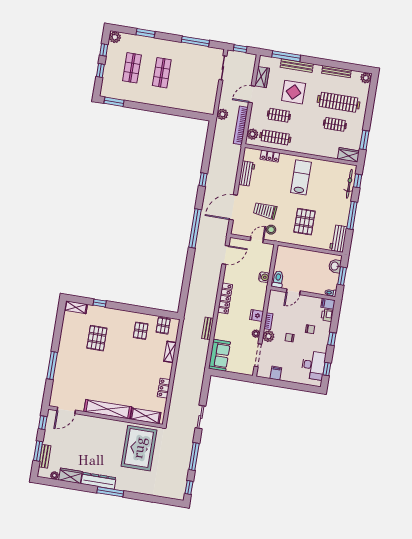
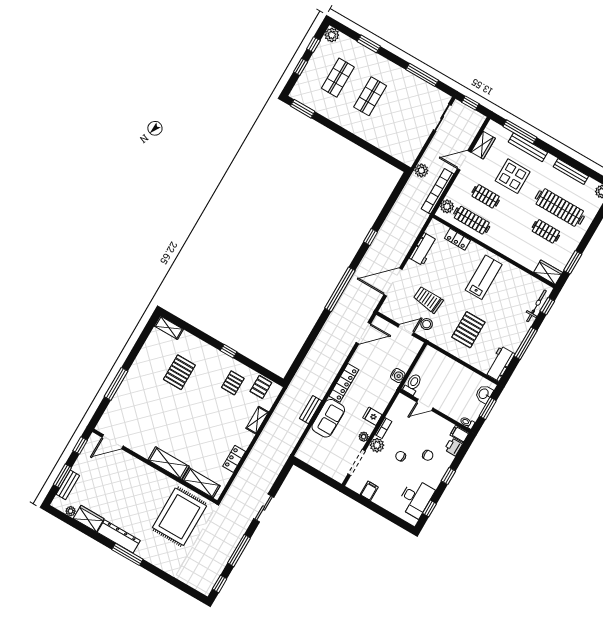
window: (100, 303) -> (229, 351), moved
sofa: (219, 355) -> (328, 418), moved
shelving: (108, 409) -> (168, 463), width x0.68

